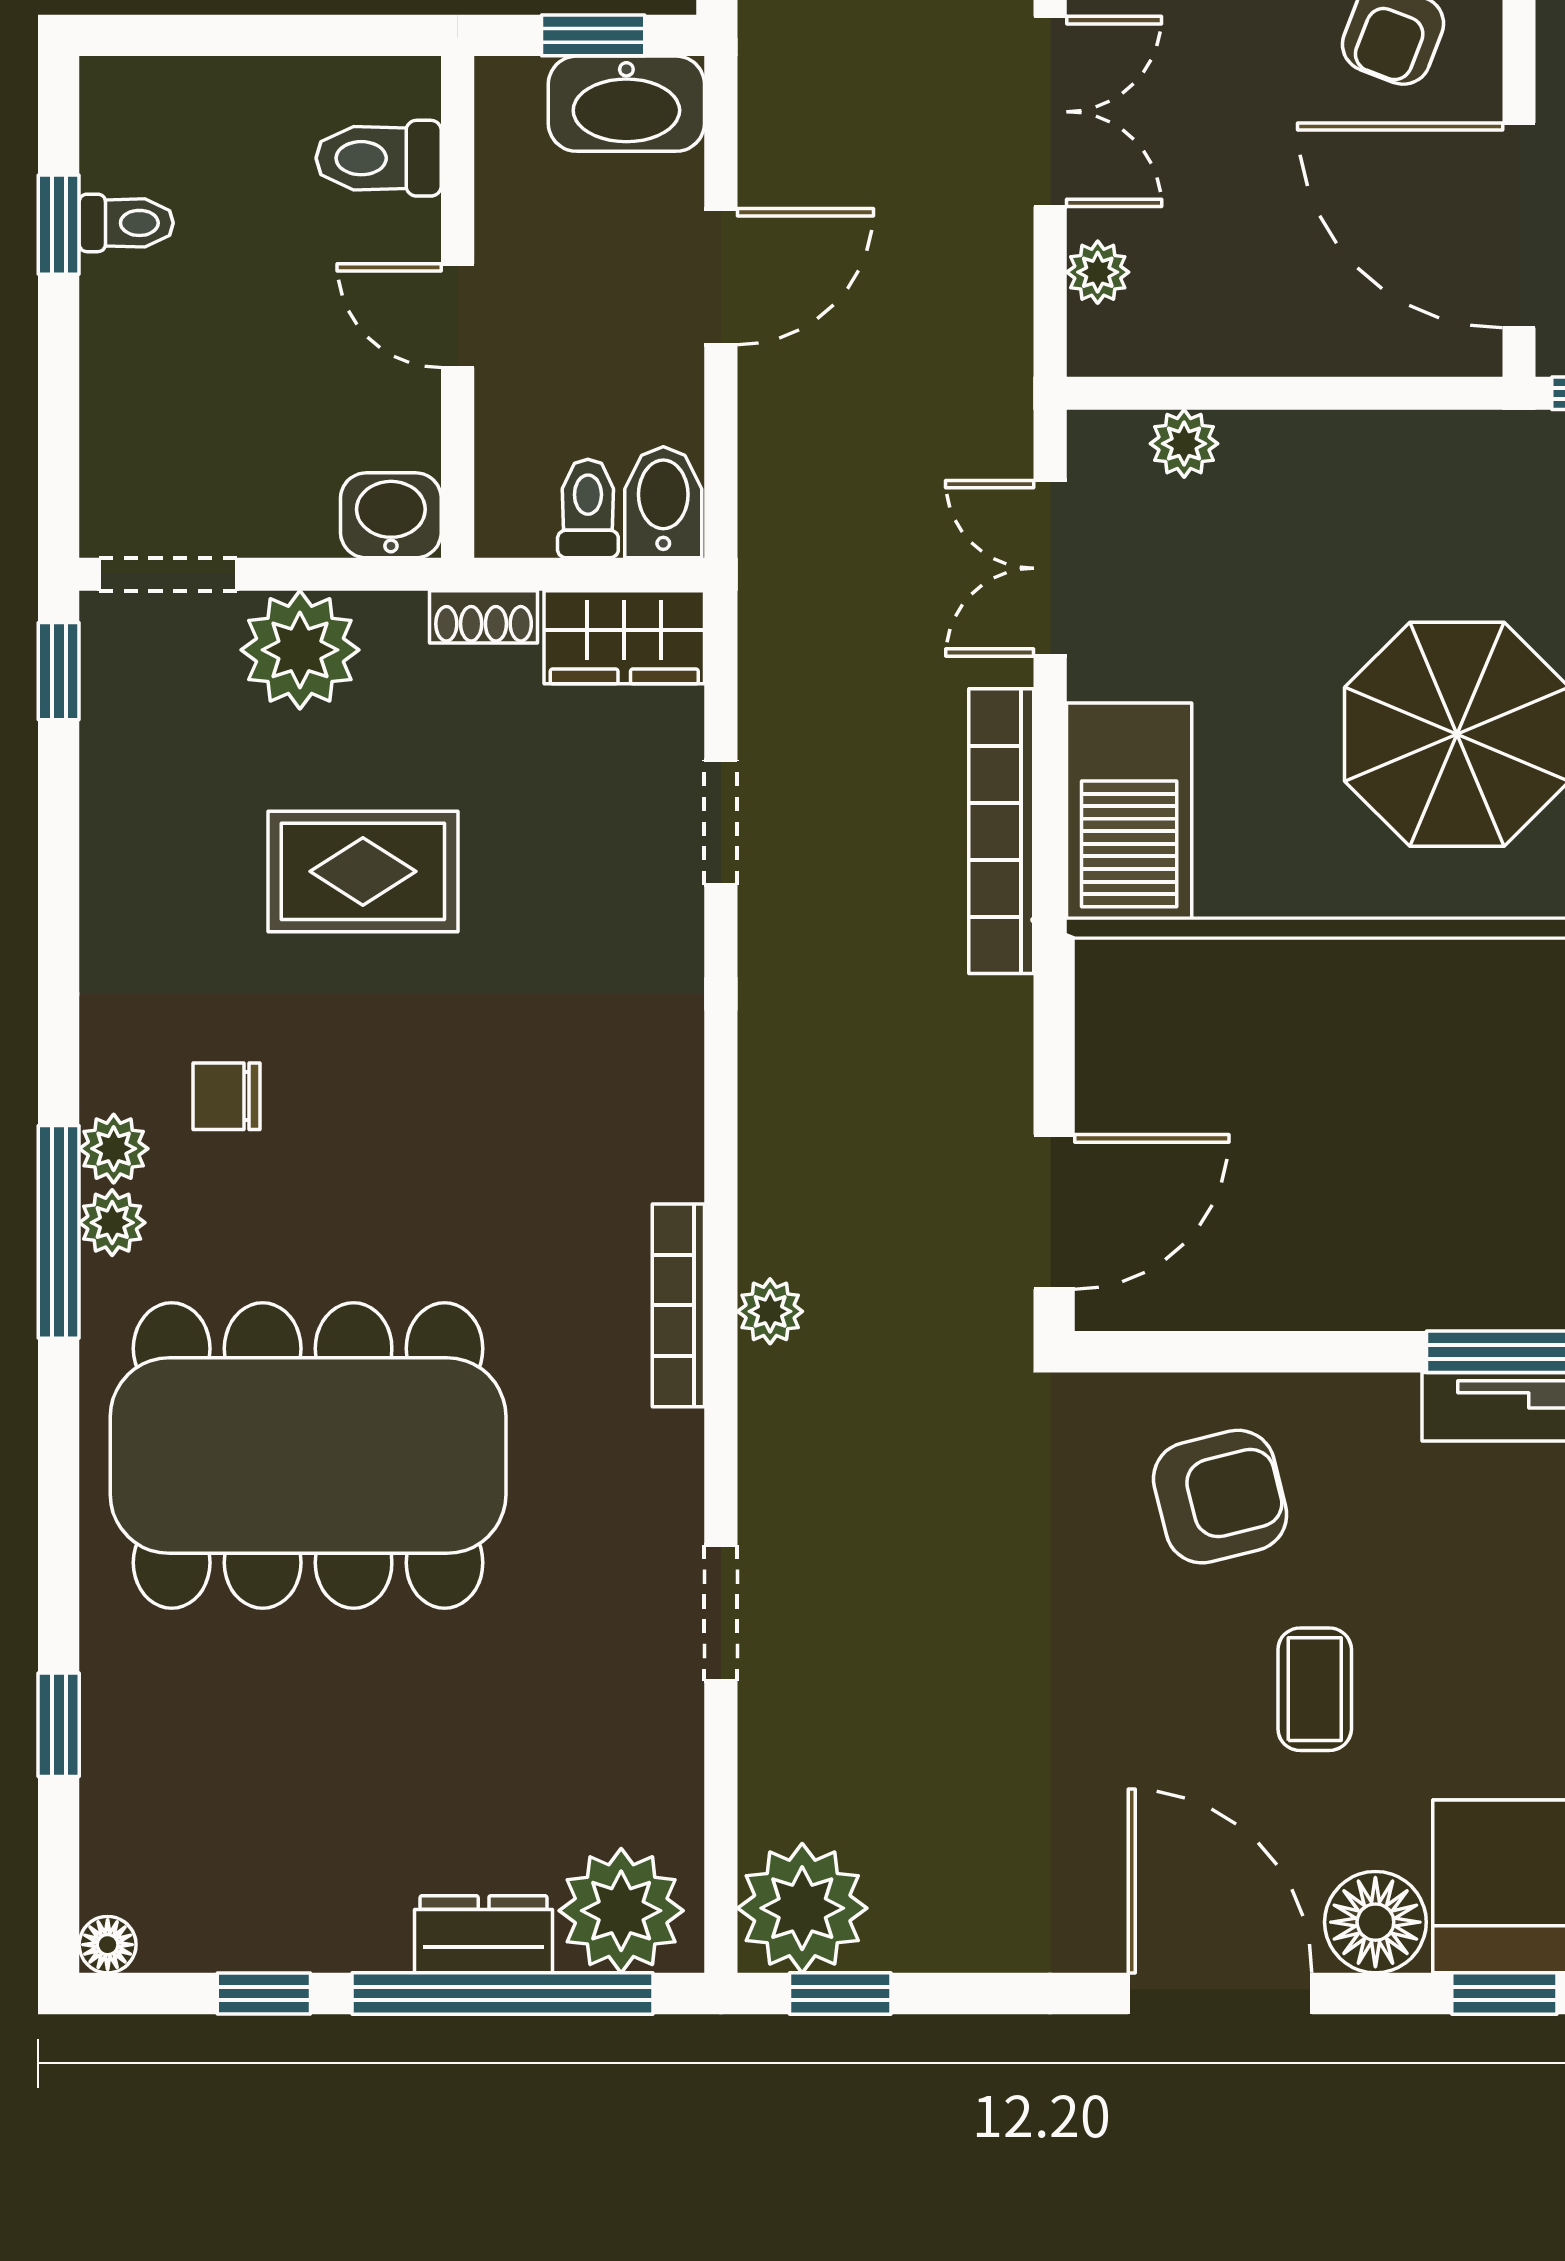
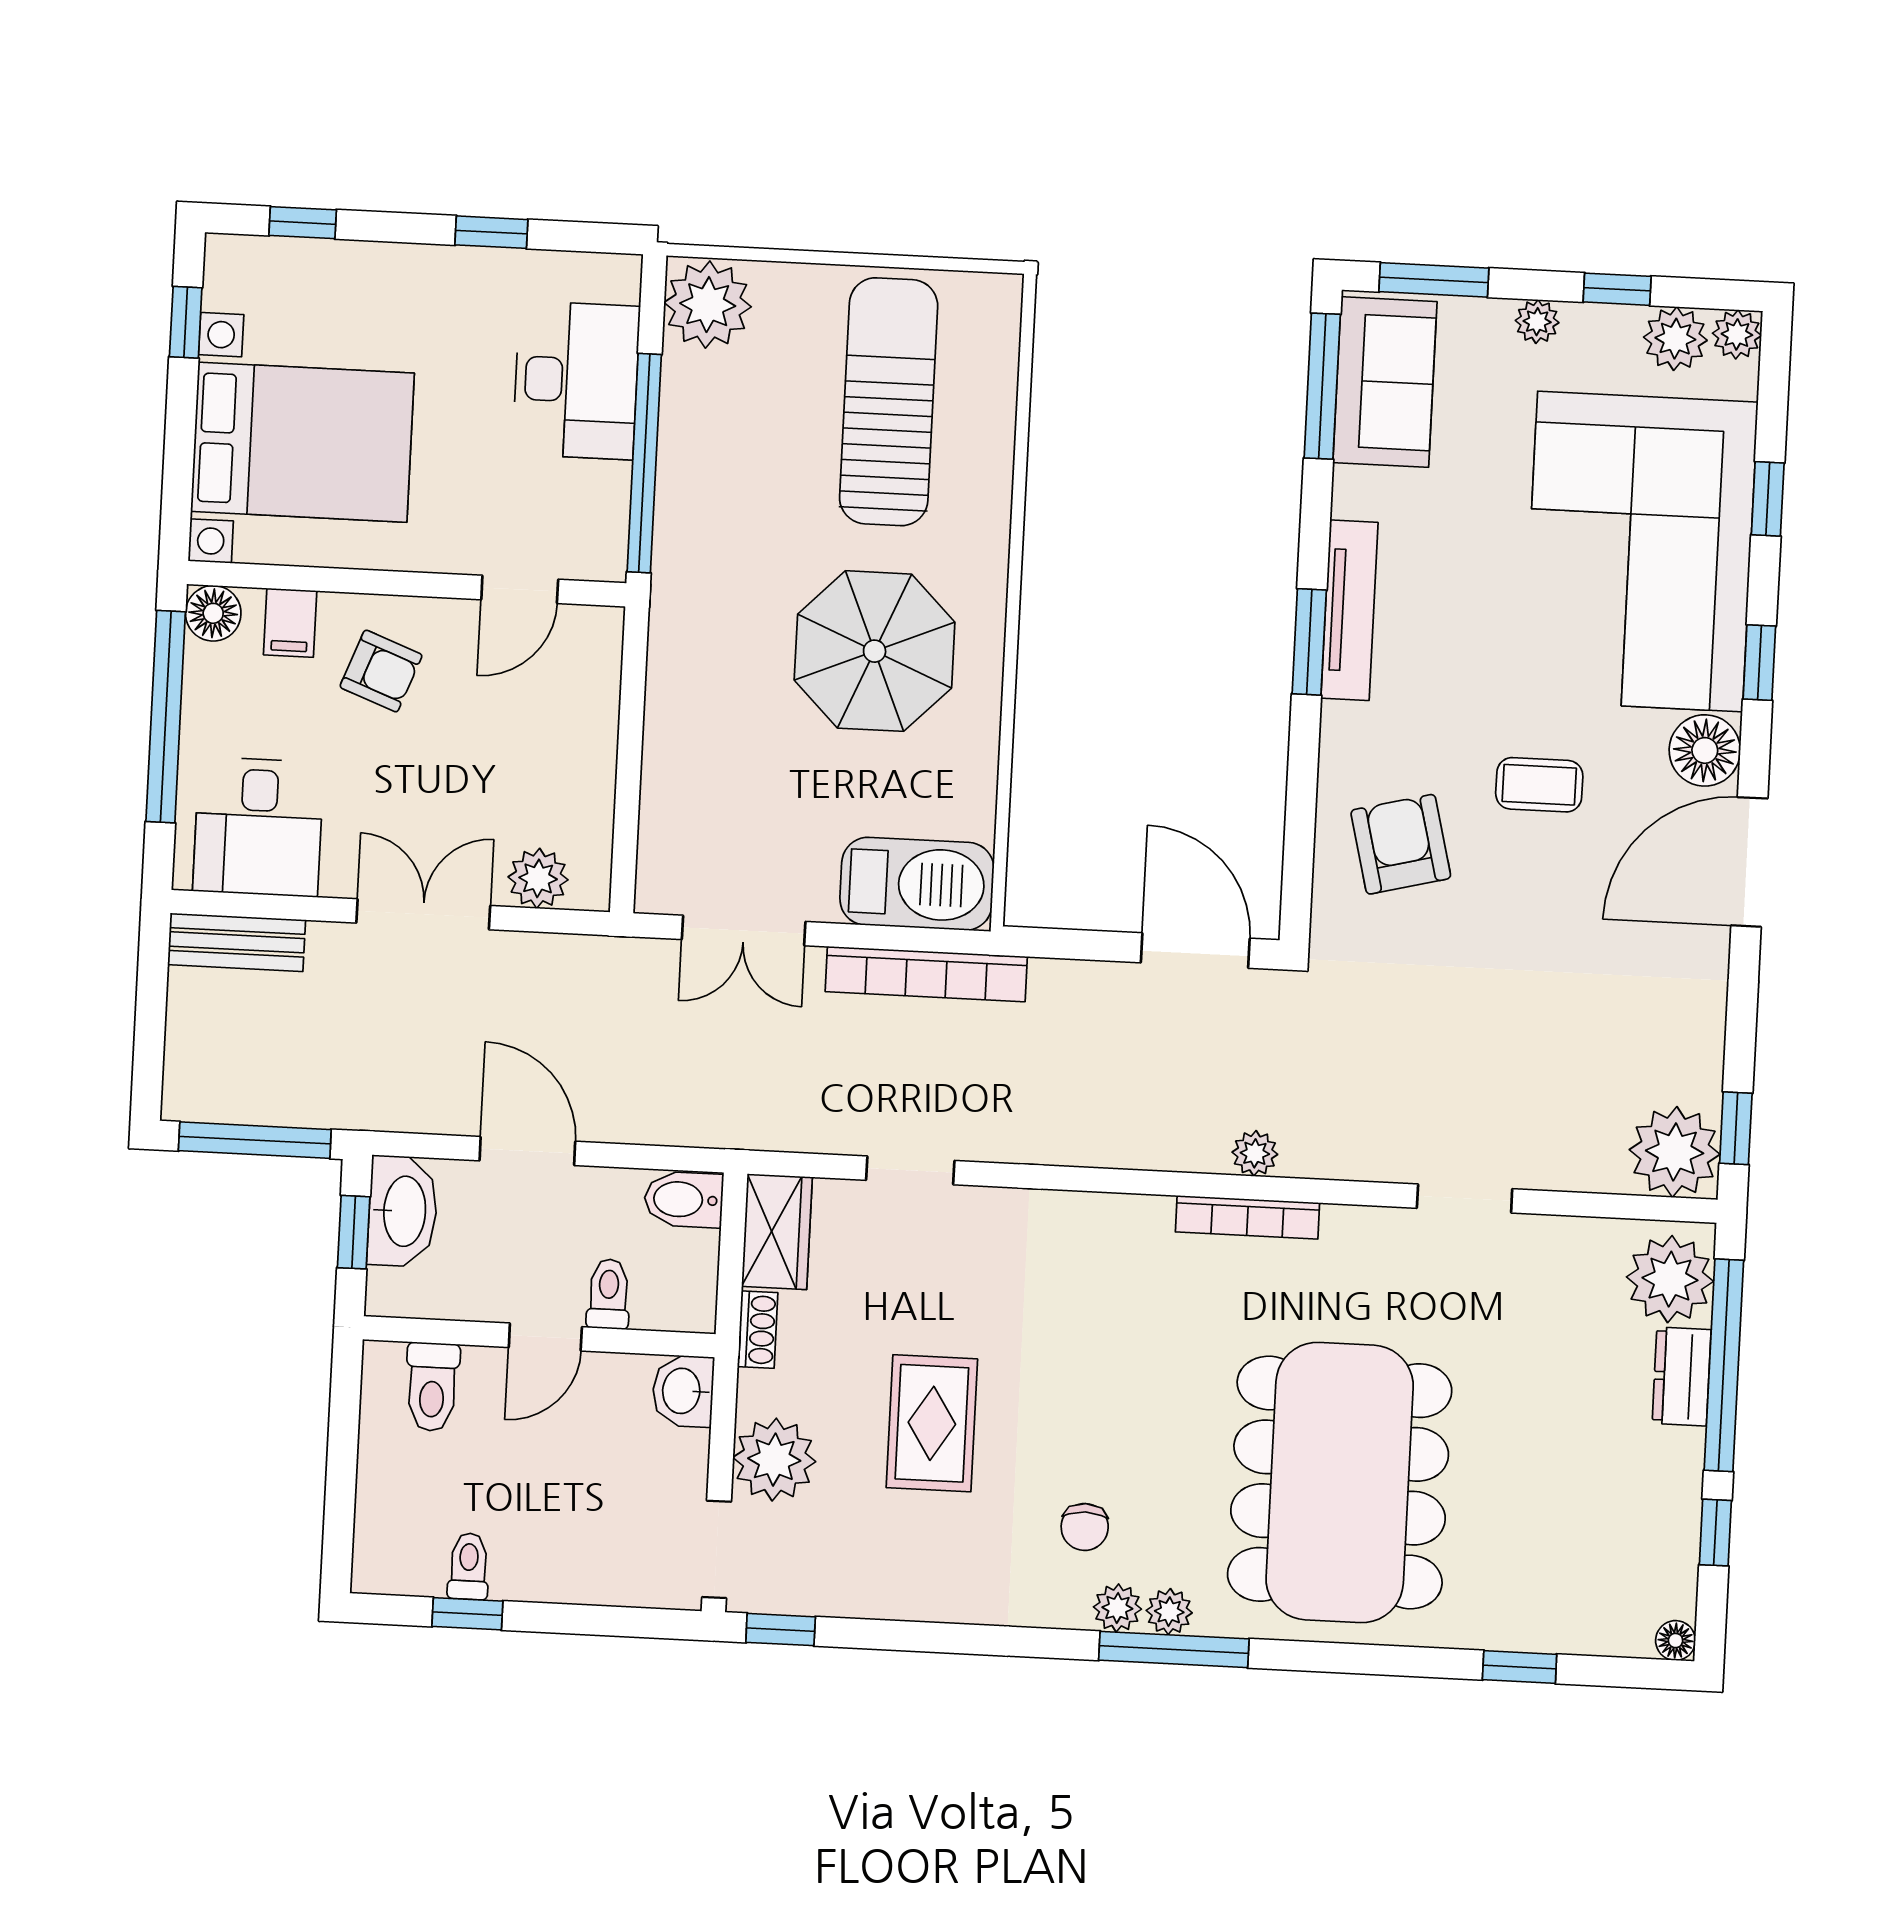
door: (1519, 225) -> (520, 589), width x0.53
plant: (1098, 272) -> (538, 878), width x1.38, depth x1.38
plant: (1184, 444) -> (661, 832), removed
toilet: (588, 508) -> (609, 1294), moved, turned 90

